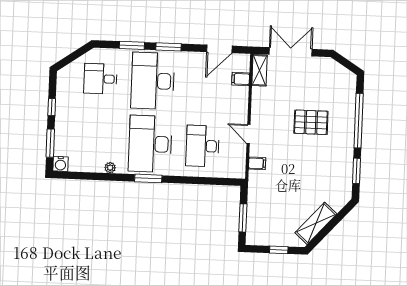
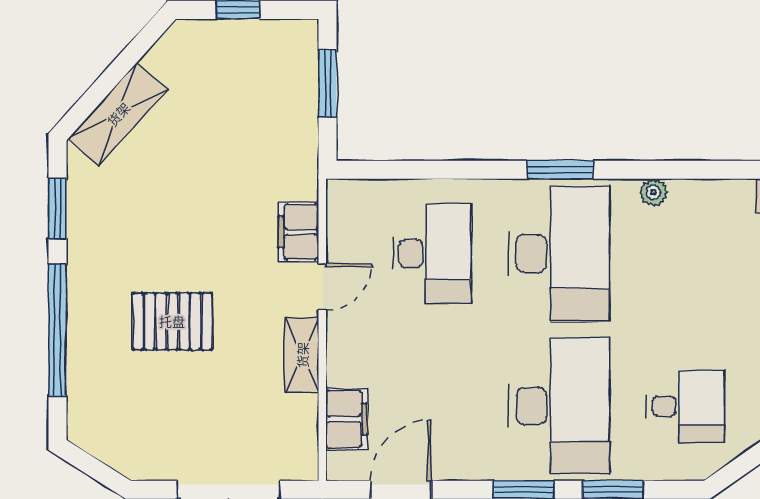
shelving: (259, 70) -> (302, 355), moved
filing cabinet: (241, 79) -> (347, 419), width x2.00
door: (248, 134) -> (322, 287), hinge flipped
filing cabinet: (257, 163) -> (299, 232), width x2.00
shelving: (316, 223) -> (118, 114), moved

